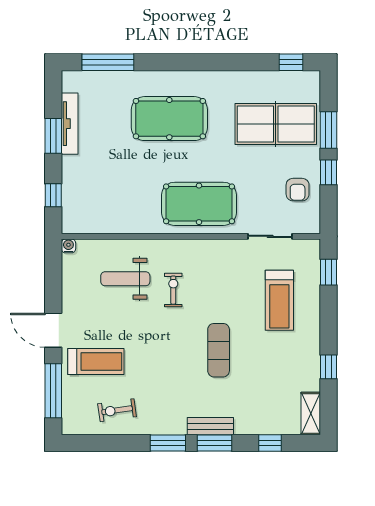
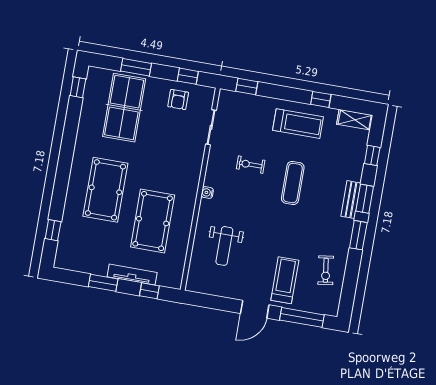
window: (108, 62) -> (53, 230), width x0.46
tv unit: (70, 124) -> (132, 275), moved
window: (329, 172) -> (188, 76), moved
armchair: (298, 190) -> (178, 100), turned 90
pool table: (199, 204) -> (153, 221), moved
water cooler: (68, 246) -> (207, 193), moved
exercise bike: (173, 290) -> (251, 165), moved
treadmill: (279, 300) -> (298, 124), moved
exercise mat: (219, 350) -> (293, 183), turned 90

